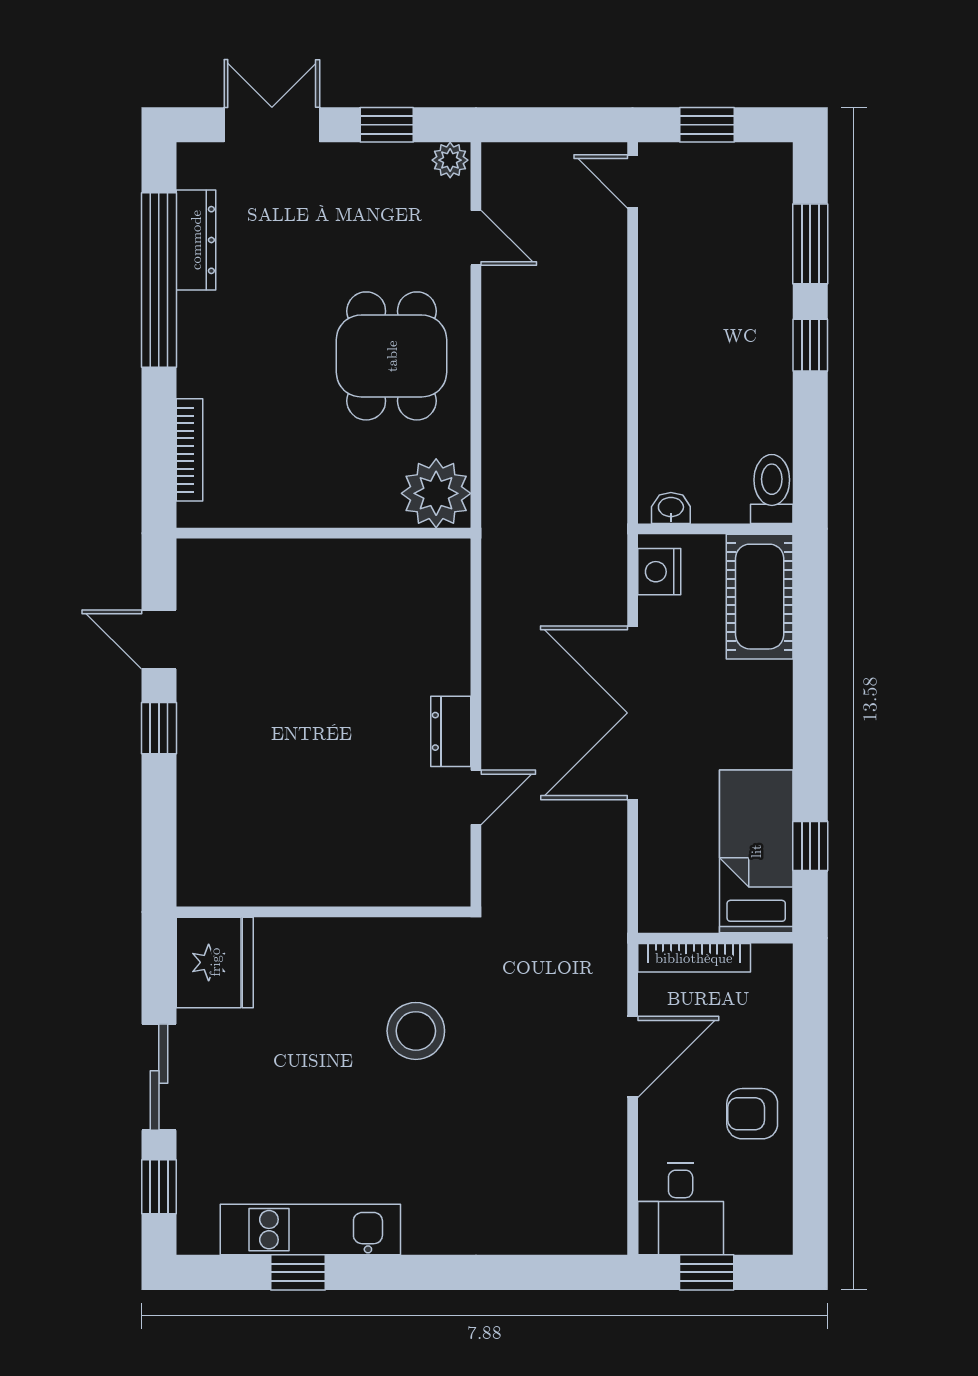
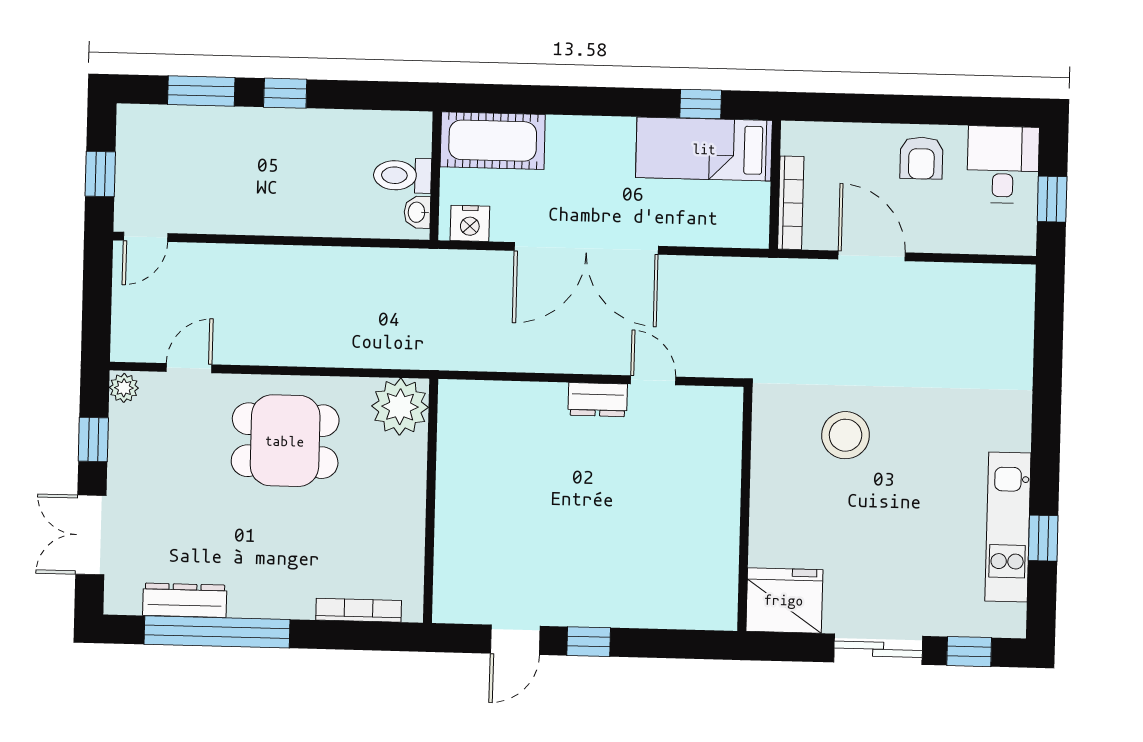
toilet: (772, 489) -> (402, 175), moved
desk: (681, 1209) -> (1003, 165), moved, turned -90

